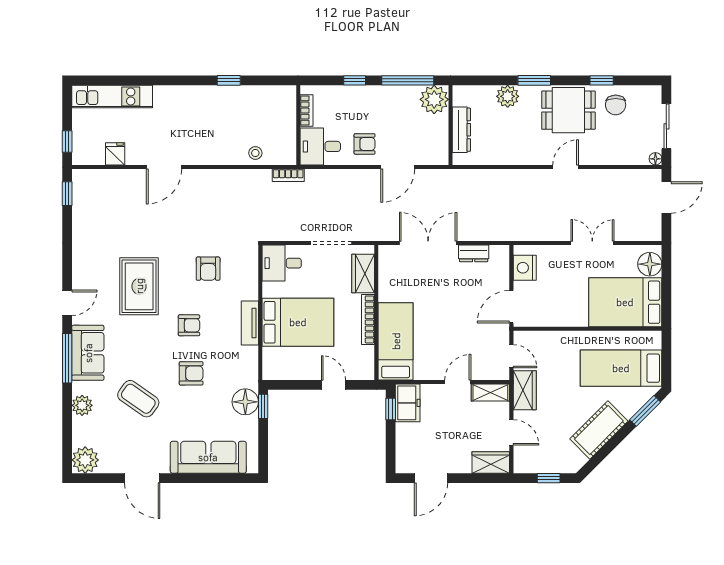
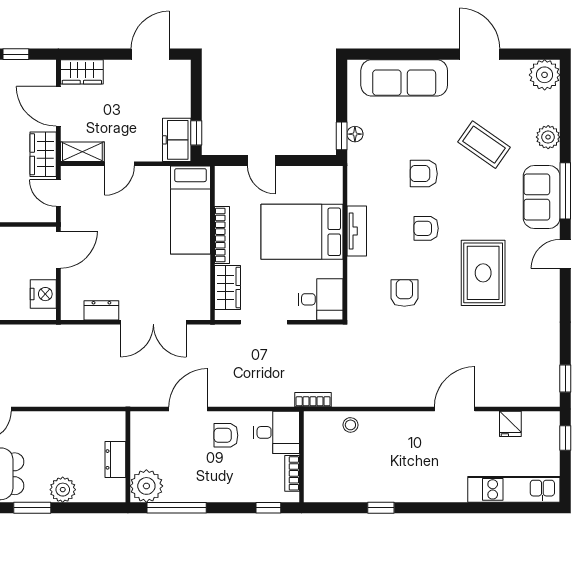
window: (355, 80) -> (268, 508), moved
dresser: (461, 130) -> (115, 459), width x0.70
floor lamp: (245, 402) -> (355, 134), width x0.53, depth x0.53
door: (511, 432) -> (58, 106), width x1.38

